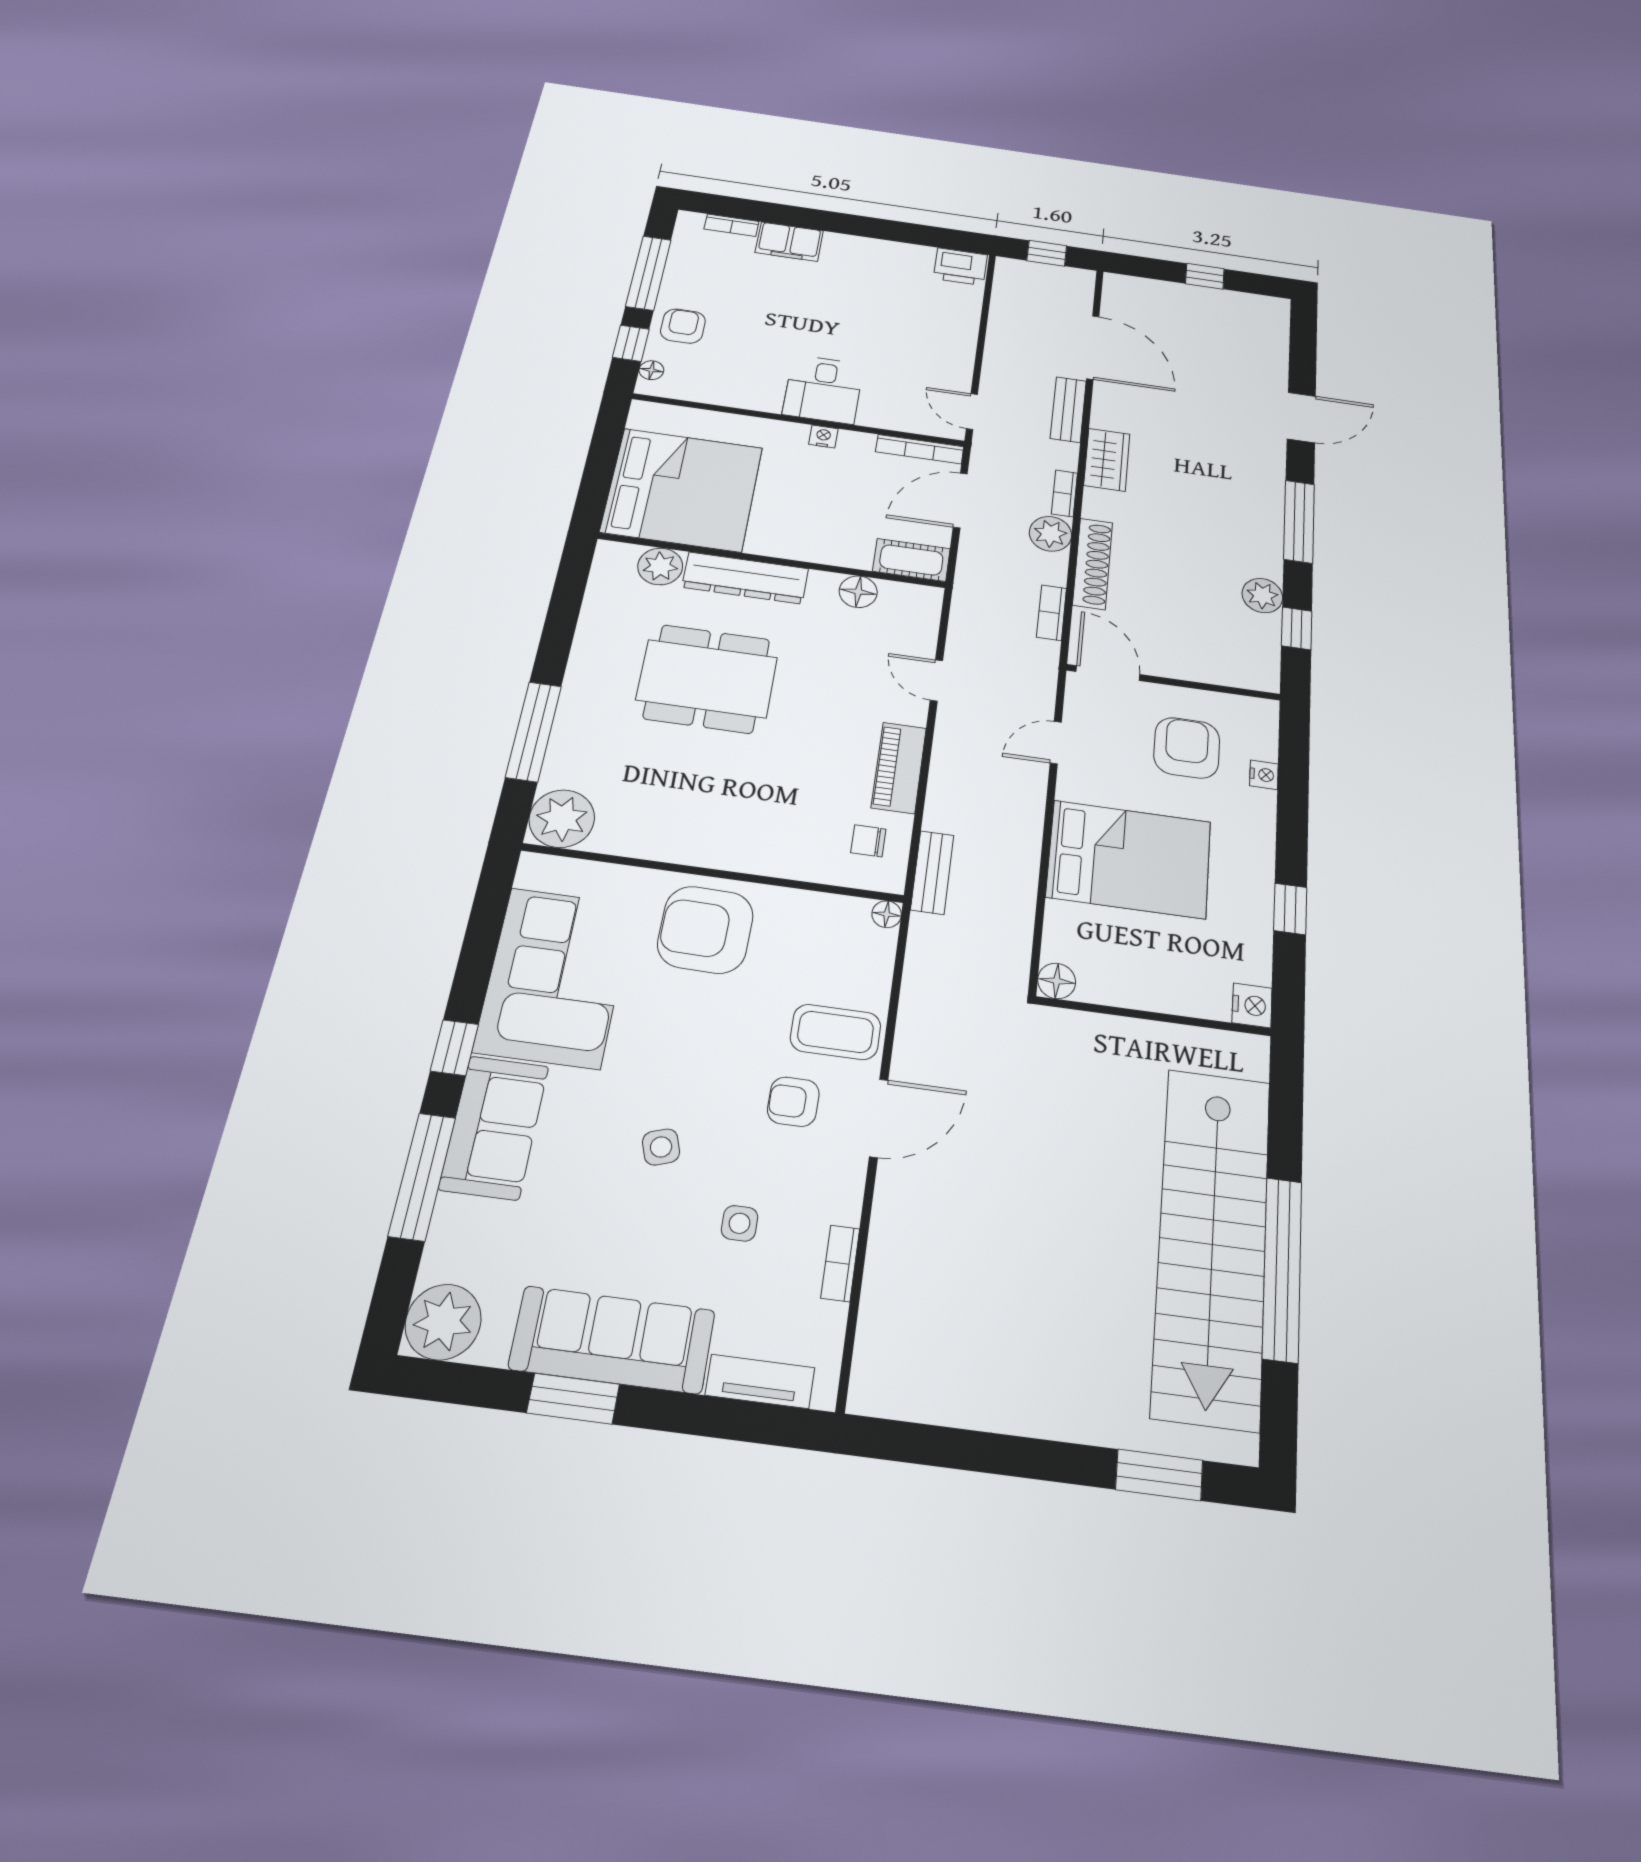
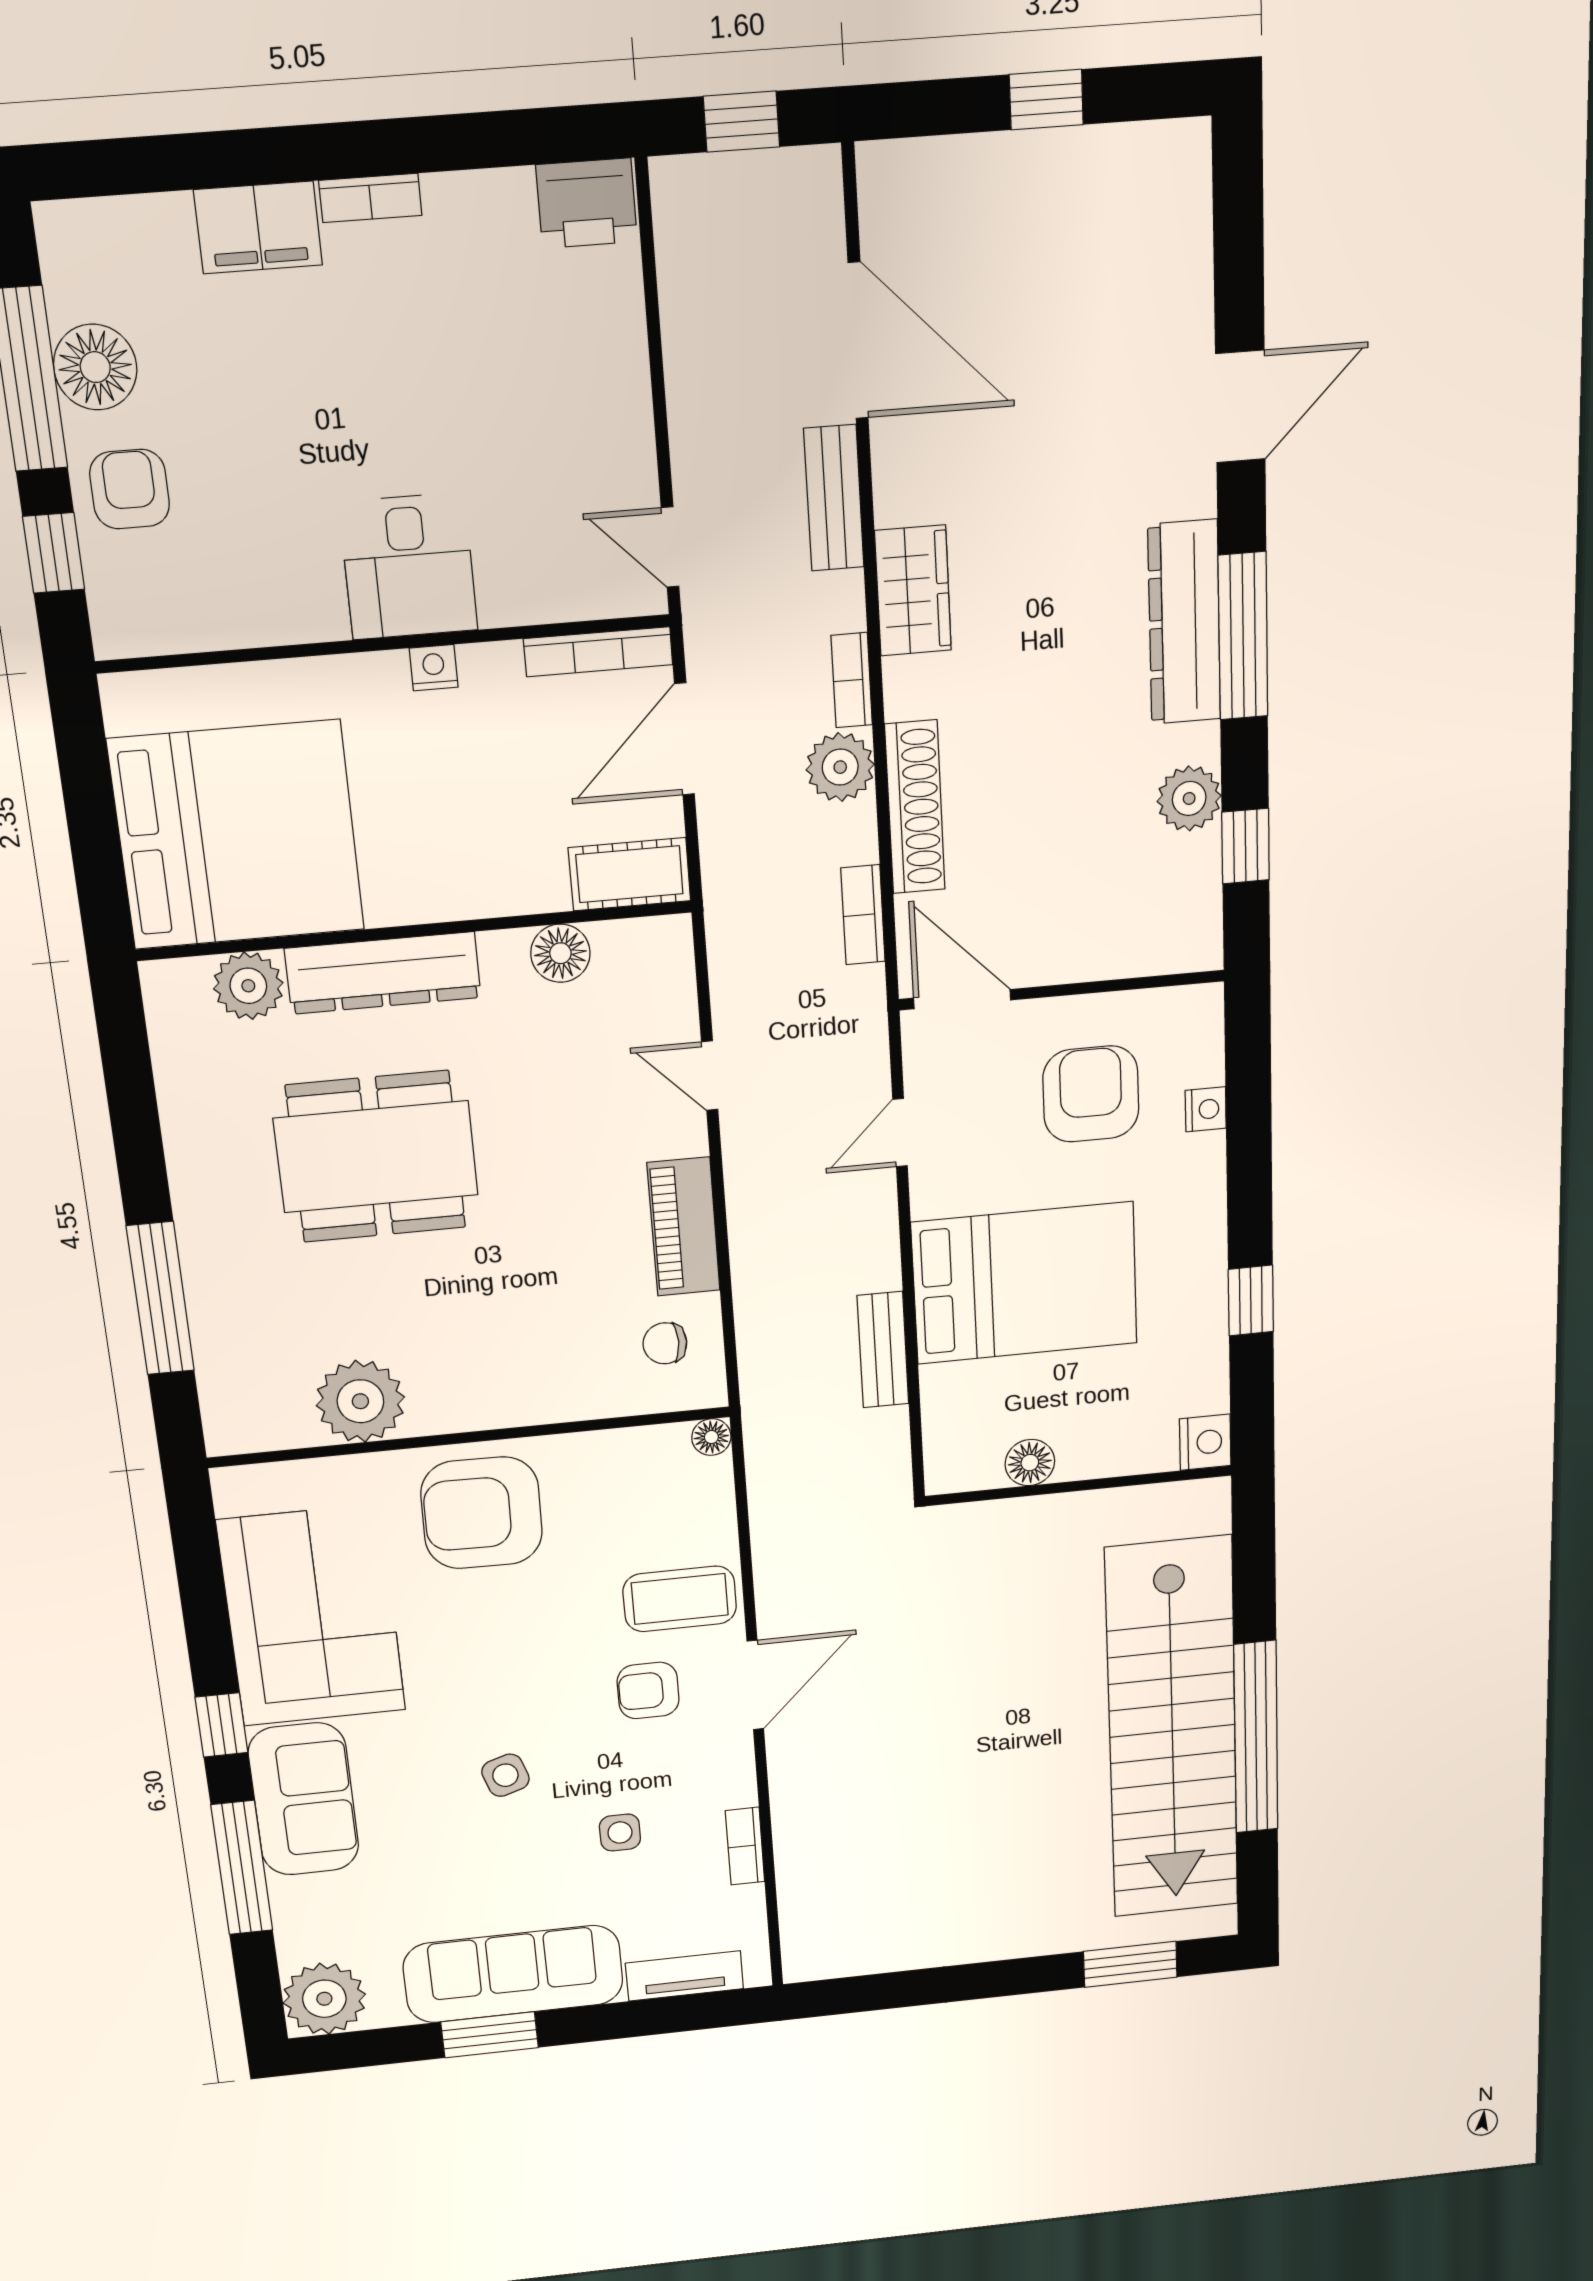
bookcase: (731, 225) -> (370, 198), moved
floor lamp: (651, 370) -> (95, 367), moved, width x1.89, depth x1.89
dresser: (1264, 508) -> (1184, 622), added
plant: (562, 819) -> (360, 1401), moved
bench: (932, 872) -> (883, 1350), moved
floor lamp: (1057, 981) -> (1030, 1463), moved

